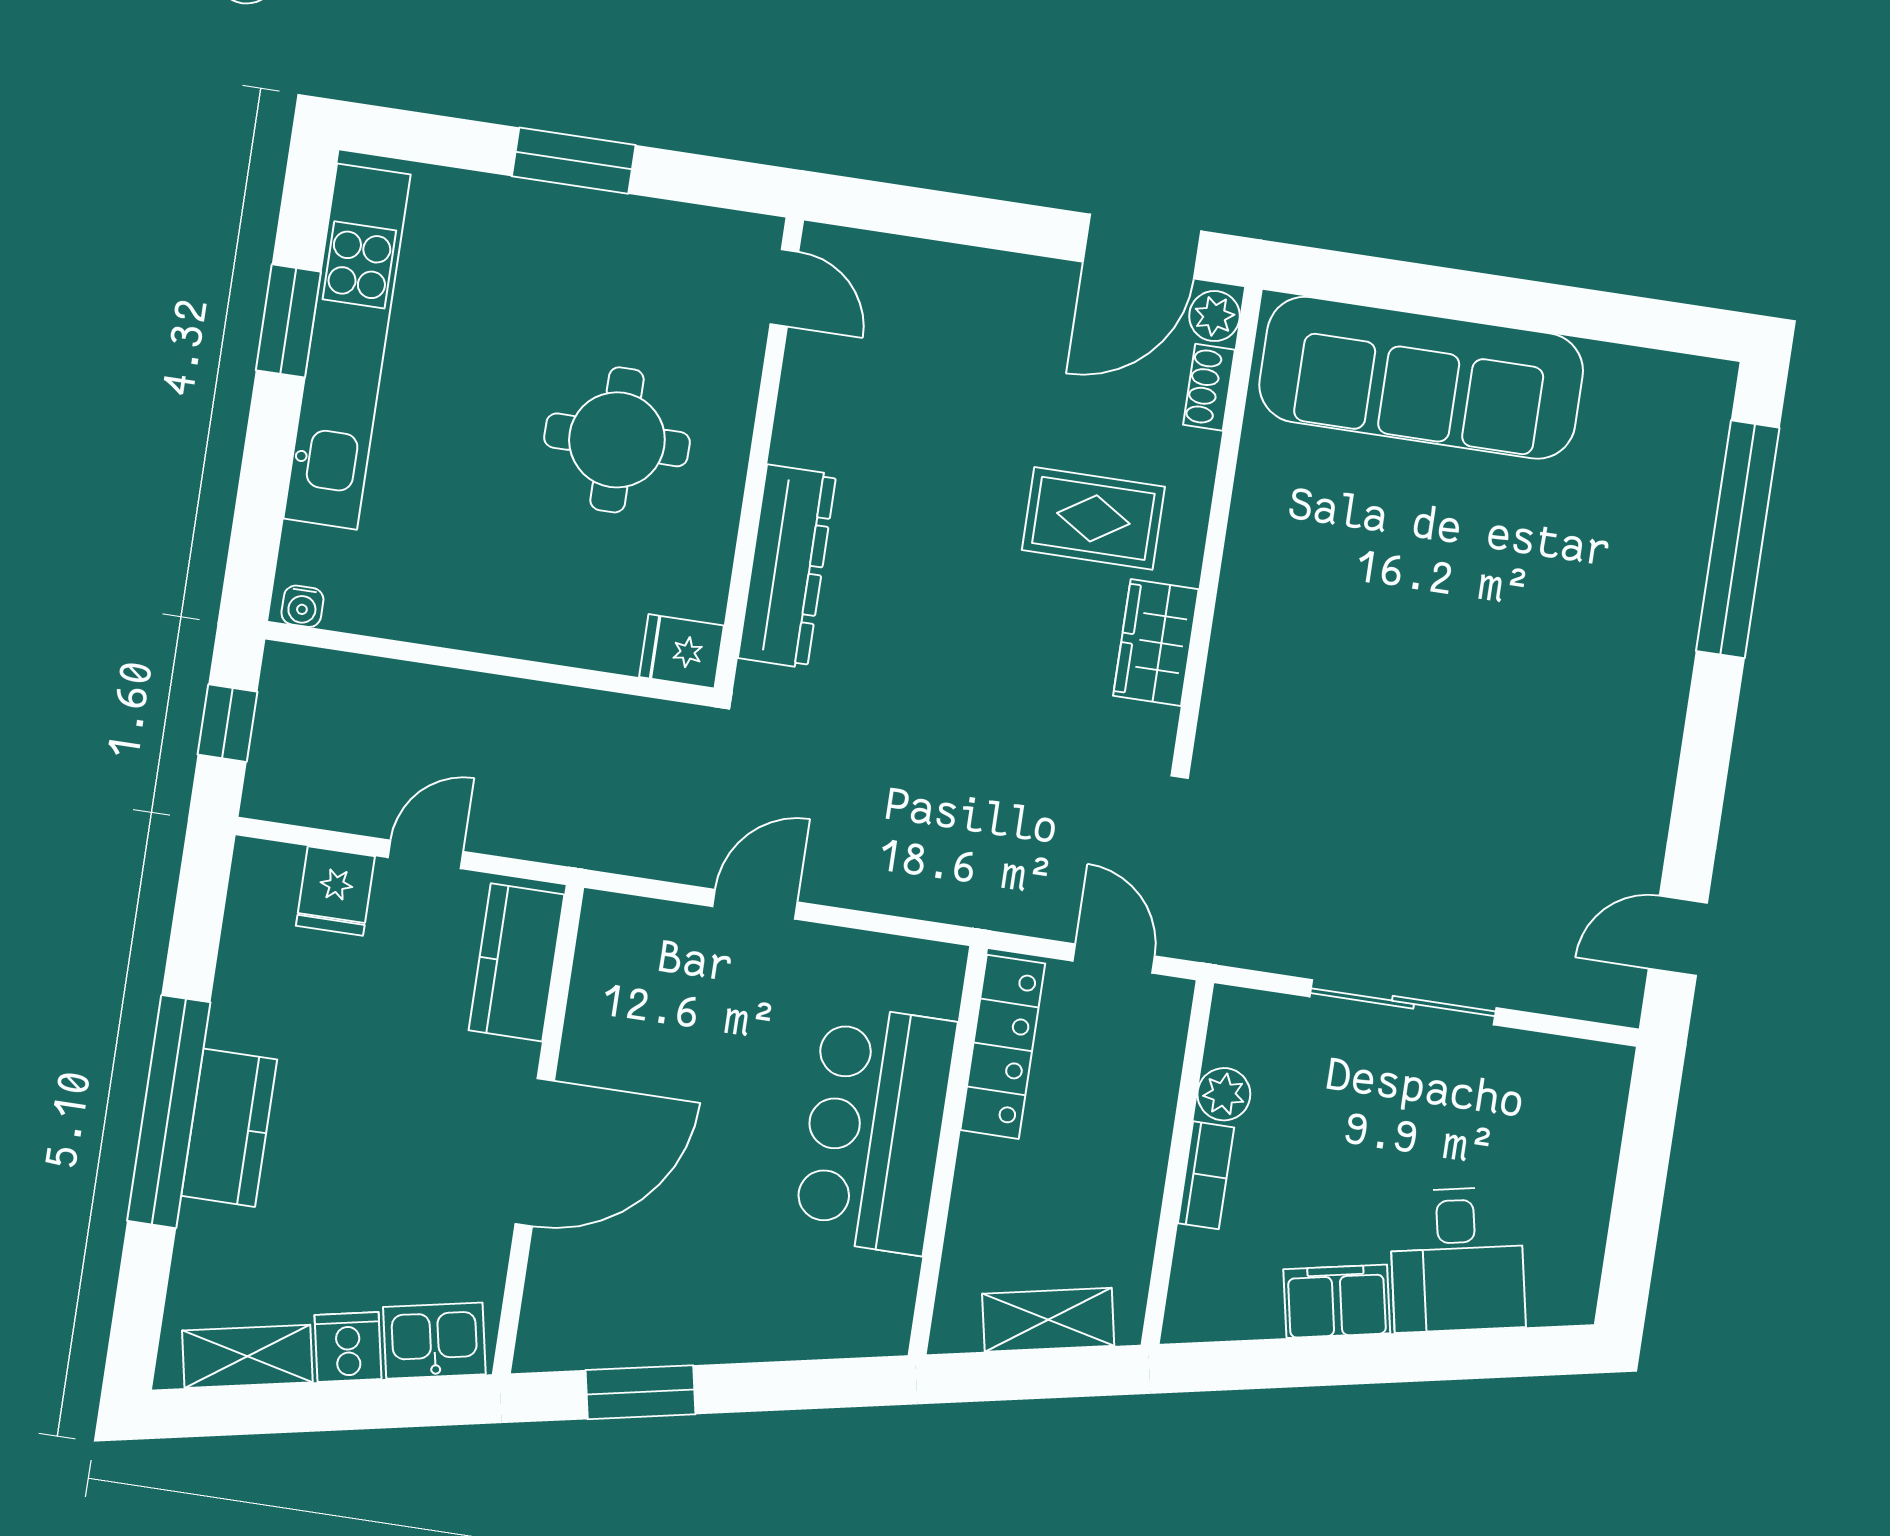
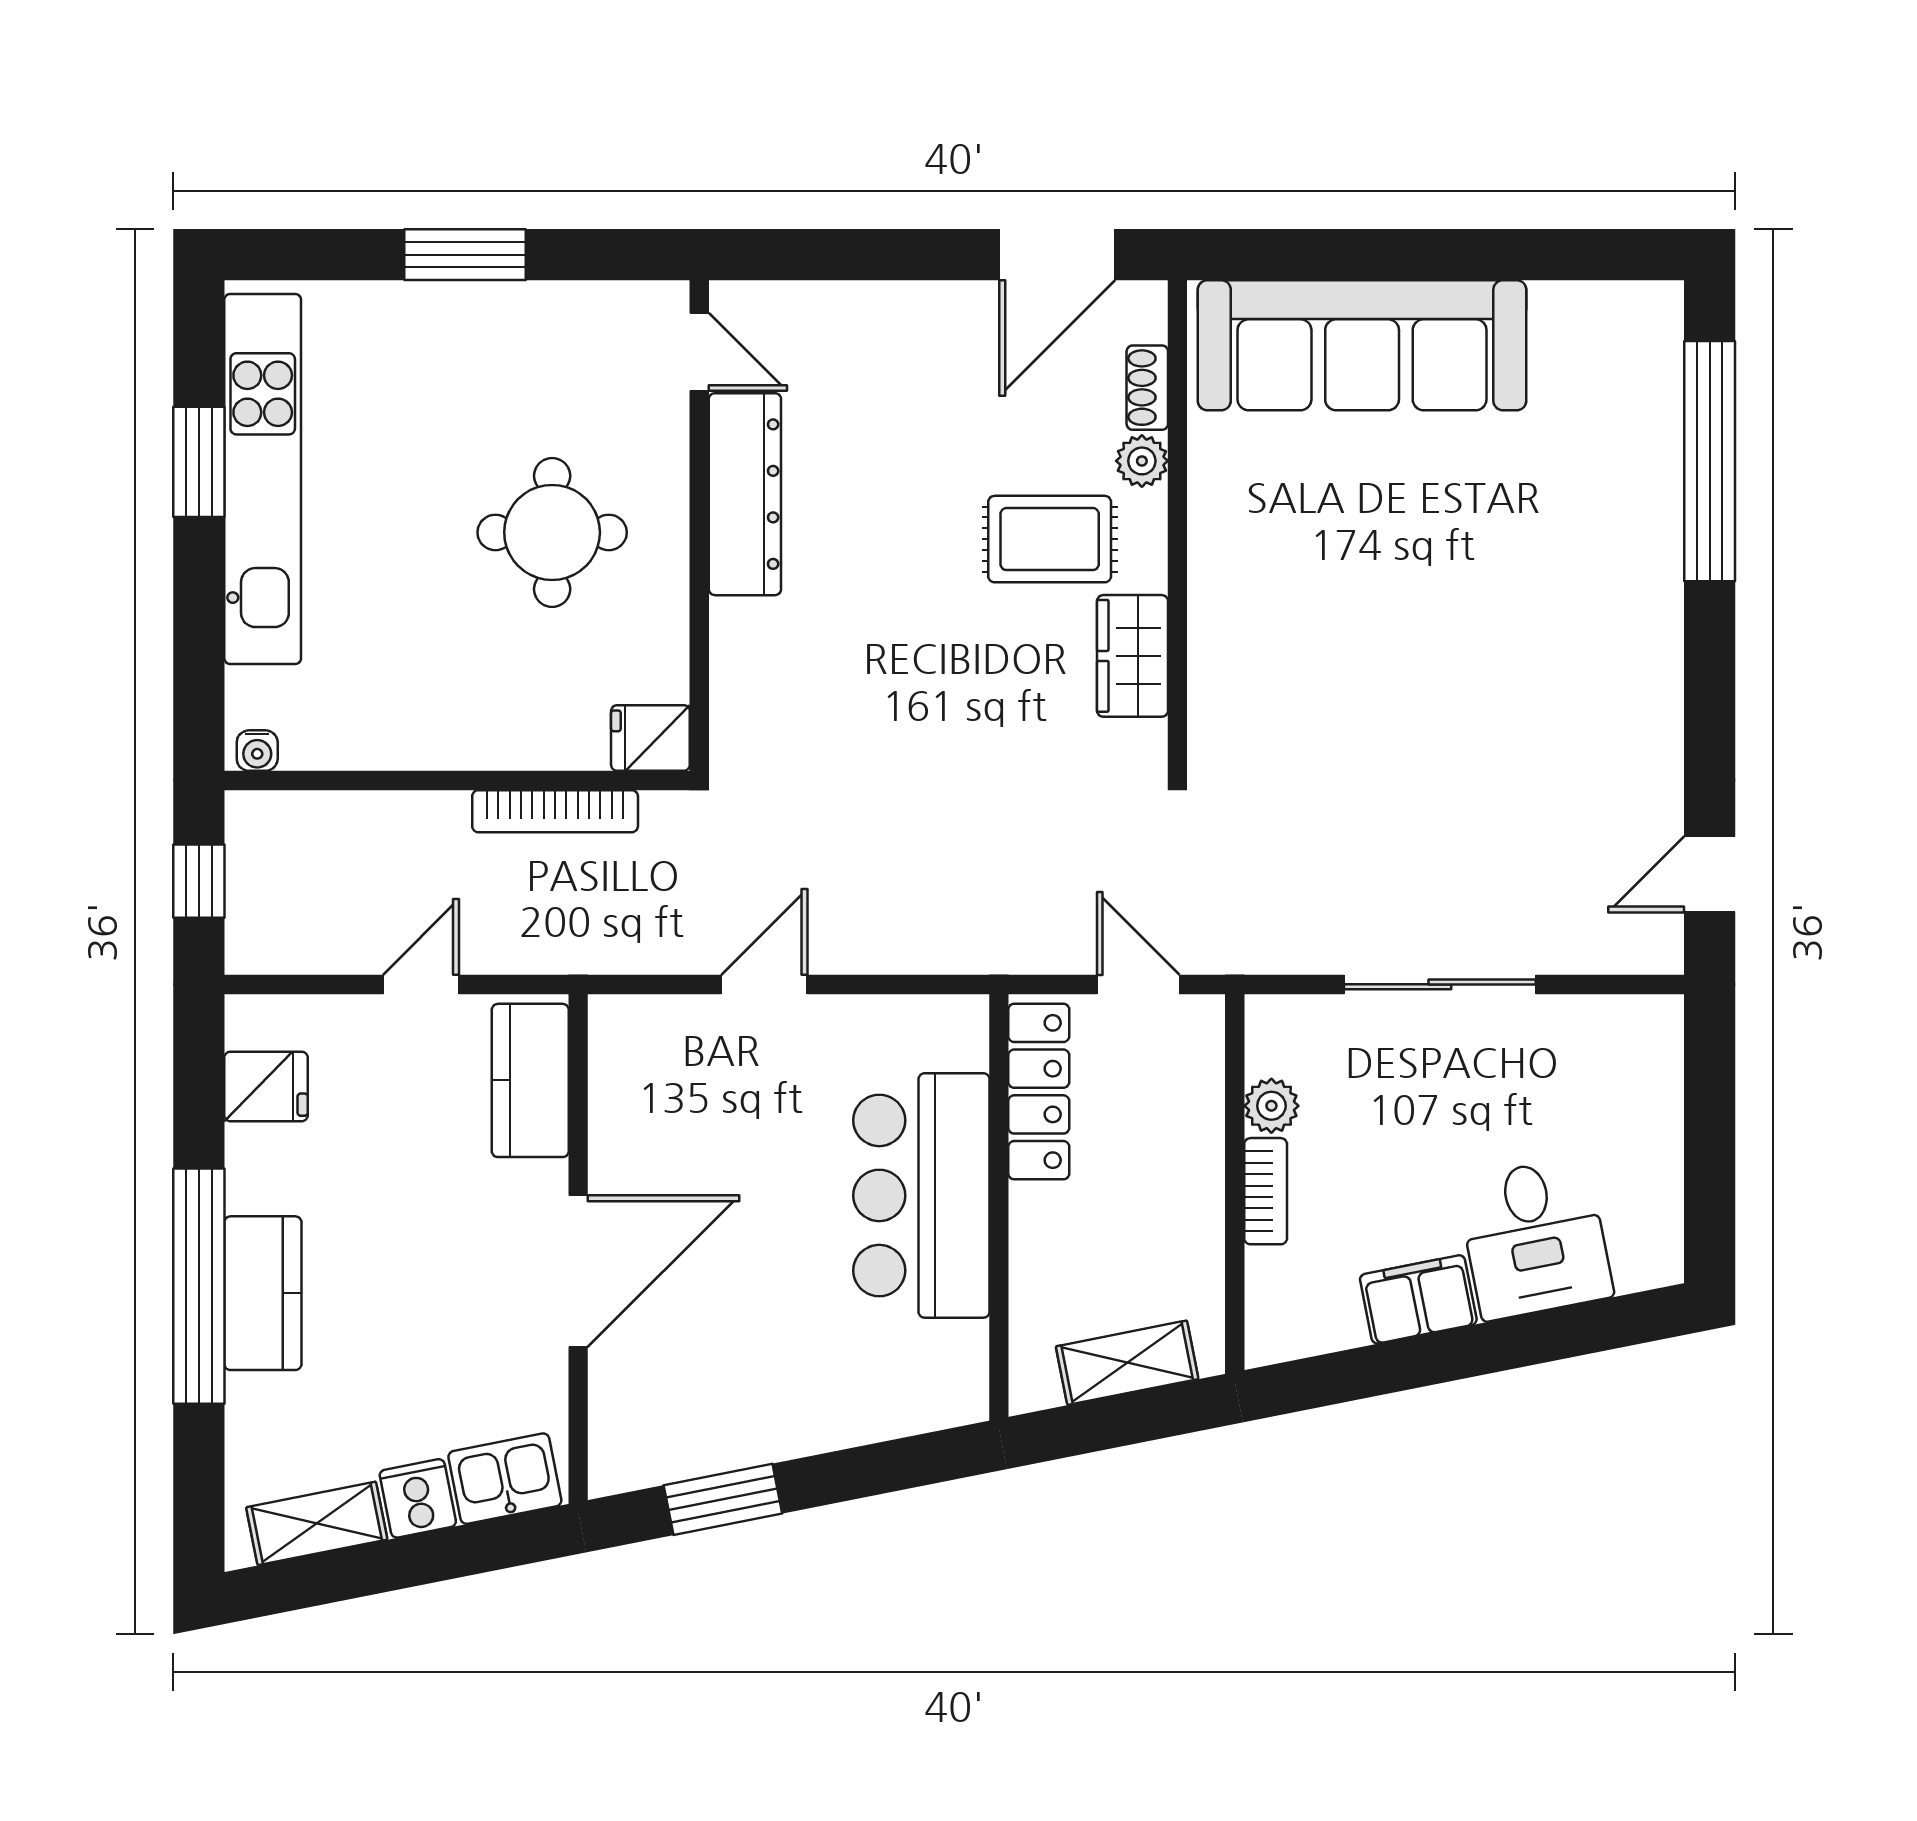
plant: (1214, 316) -> (1142, 461), moved
dresser: (787, 566) -> (745, 494), moved
bookcase: (579, 708) -> (555, 811), added
fridge: (335, 891) -> (266, 1086), moved, turned -90

